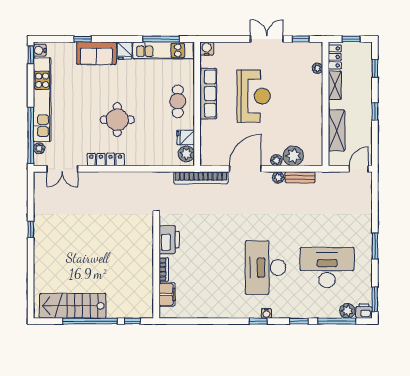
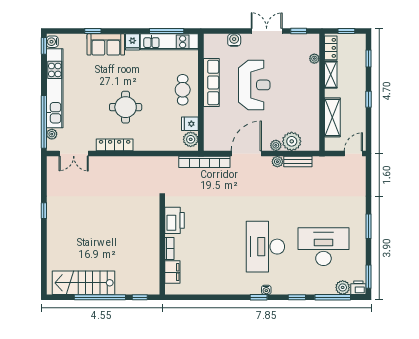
water cooler: (207, 49) -> (234, 40), moved

